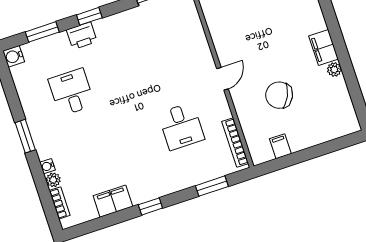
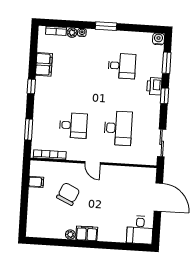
desk: (160, 63) -> (118, 128), added
desk: (181, 126) -> (73, 125), turned 180

